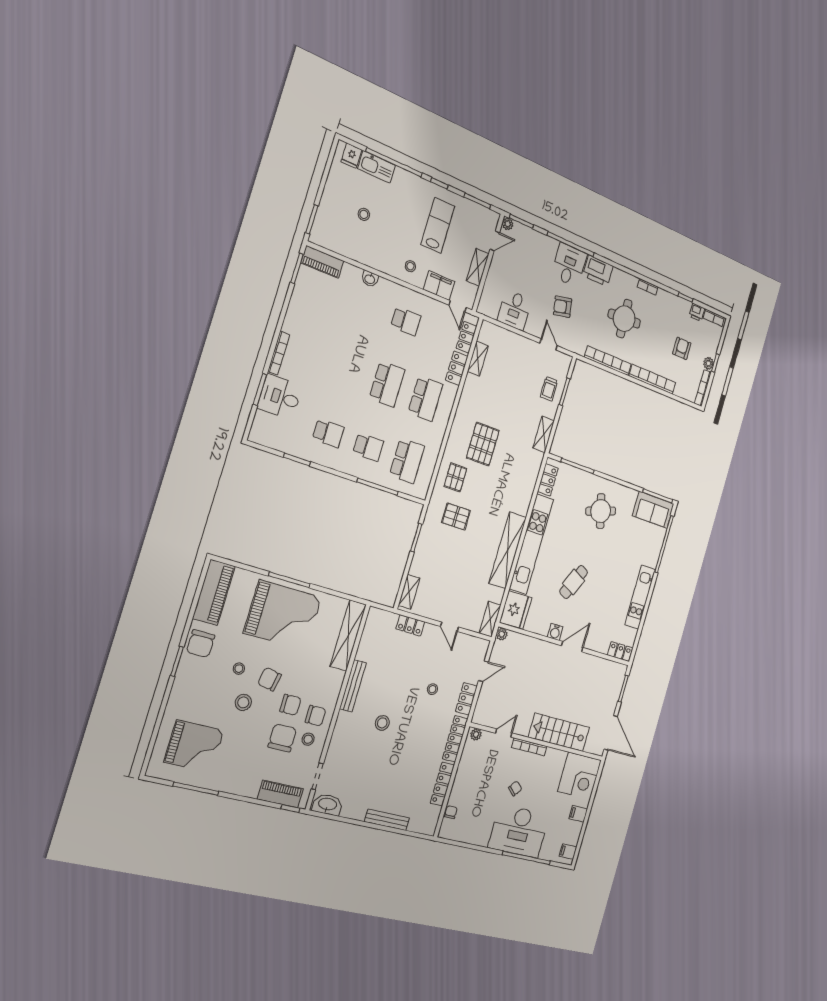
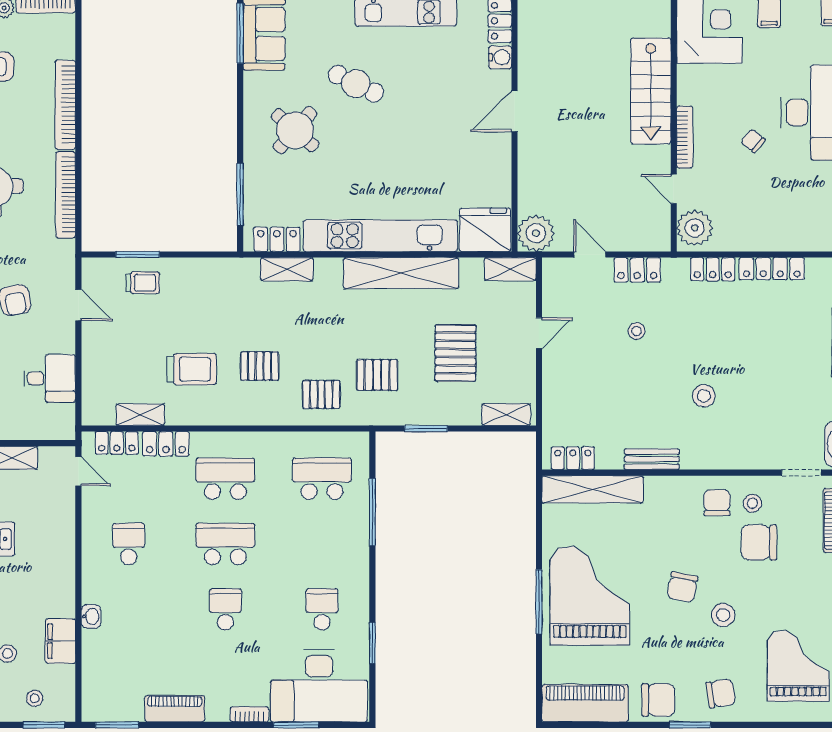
piano: (322, 262) -> (175, 709), moved, turned -90
stool: (410, 266) -> (35, 698), moved
filing cabinet: (439, 286) -> (60, 641), moved
door: (458, 306) -> (78, 471), hinge flipped
door: (549, 344) -> (78, 305), swing flipped
bookcase: (279, 353) -> (249, 714), width x0.64
desk: (280, 397) -> (319, 686), width x1.87, depth x1.30
trolley: (494, 401) -> (191, 369), added
shelving: (544, 434) -> (287, 269), moved
pallet: (483, 444) -> (260, 366), width x0.67, depth x0.71
school desk: (368, 447) -> (225, 609), moved
round table: (601, 511) -> (295, 130), turned -32
pallet: (456, 517) -> (377, 375), turned 90
pallet: (454, 570) -> (455, 353), added
cafe table: (574, 582) -> (356, 84), moved
locker: (410, 625) -> (573, 458), moved, turned -90
water cooler: (555, 632) -> (500, 57), moved
plant: (502, 634) -> (536, 233), width x1.87, depth x1.87
door: (572, 647) -> (514, 111), hinge flipped
stool: (239, 669) -> (679, 636), removed
bench: (353, 686) -> (652, 459), width x0.73
chair: (290, 705) -> (721, 693), moved, turned 81
plant: (476, 734) -> (695, 228), width x1.88, depth x1.88
locker: (455, 739) -> (713, 269), width x0.66
chair: (451, 812) -> (811, 240), removed

